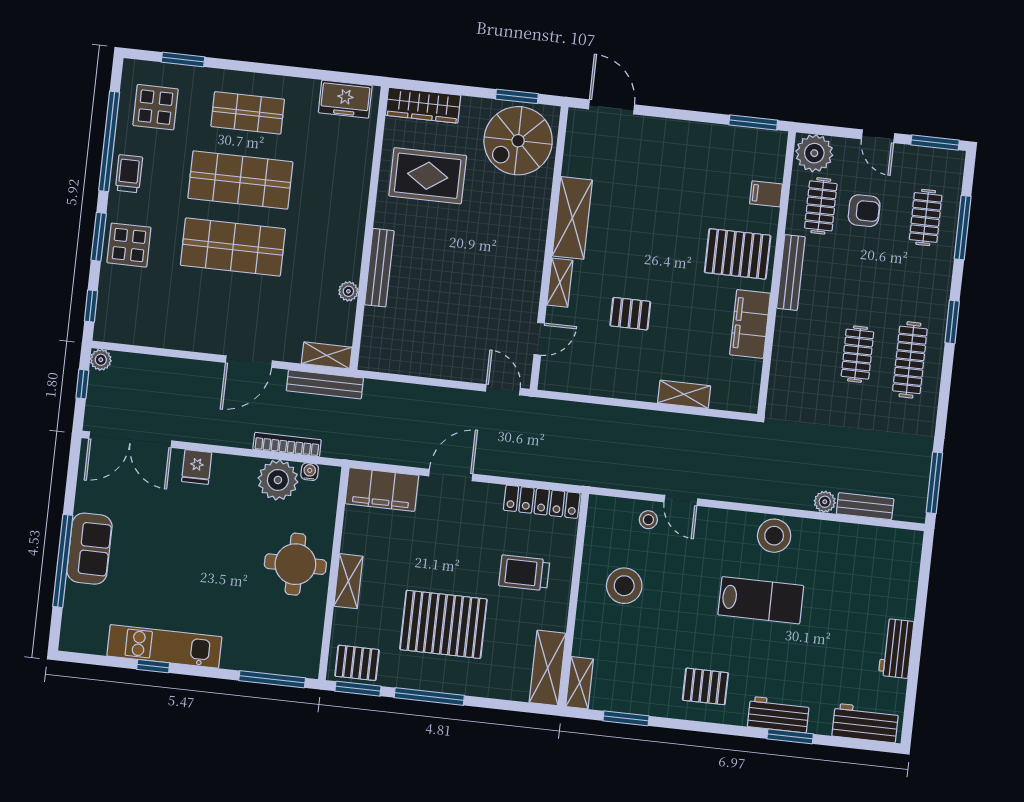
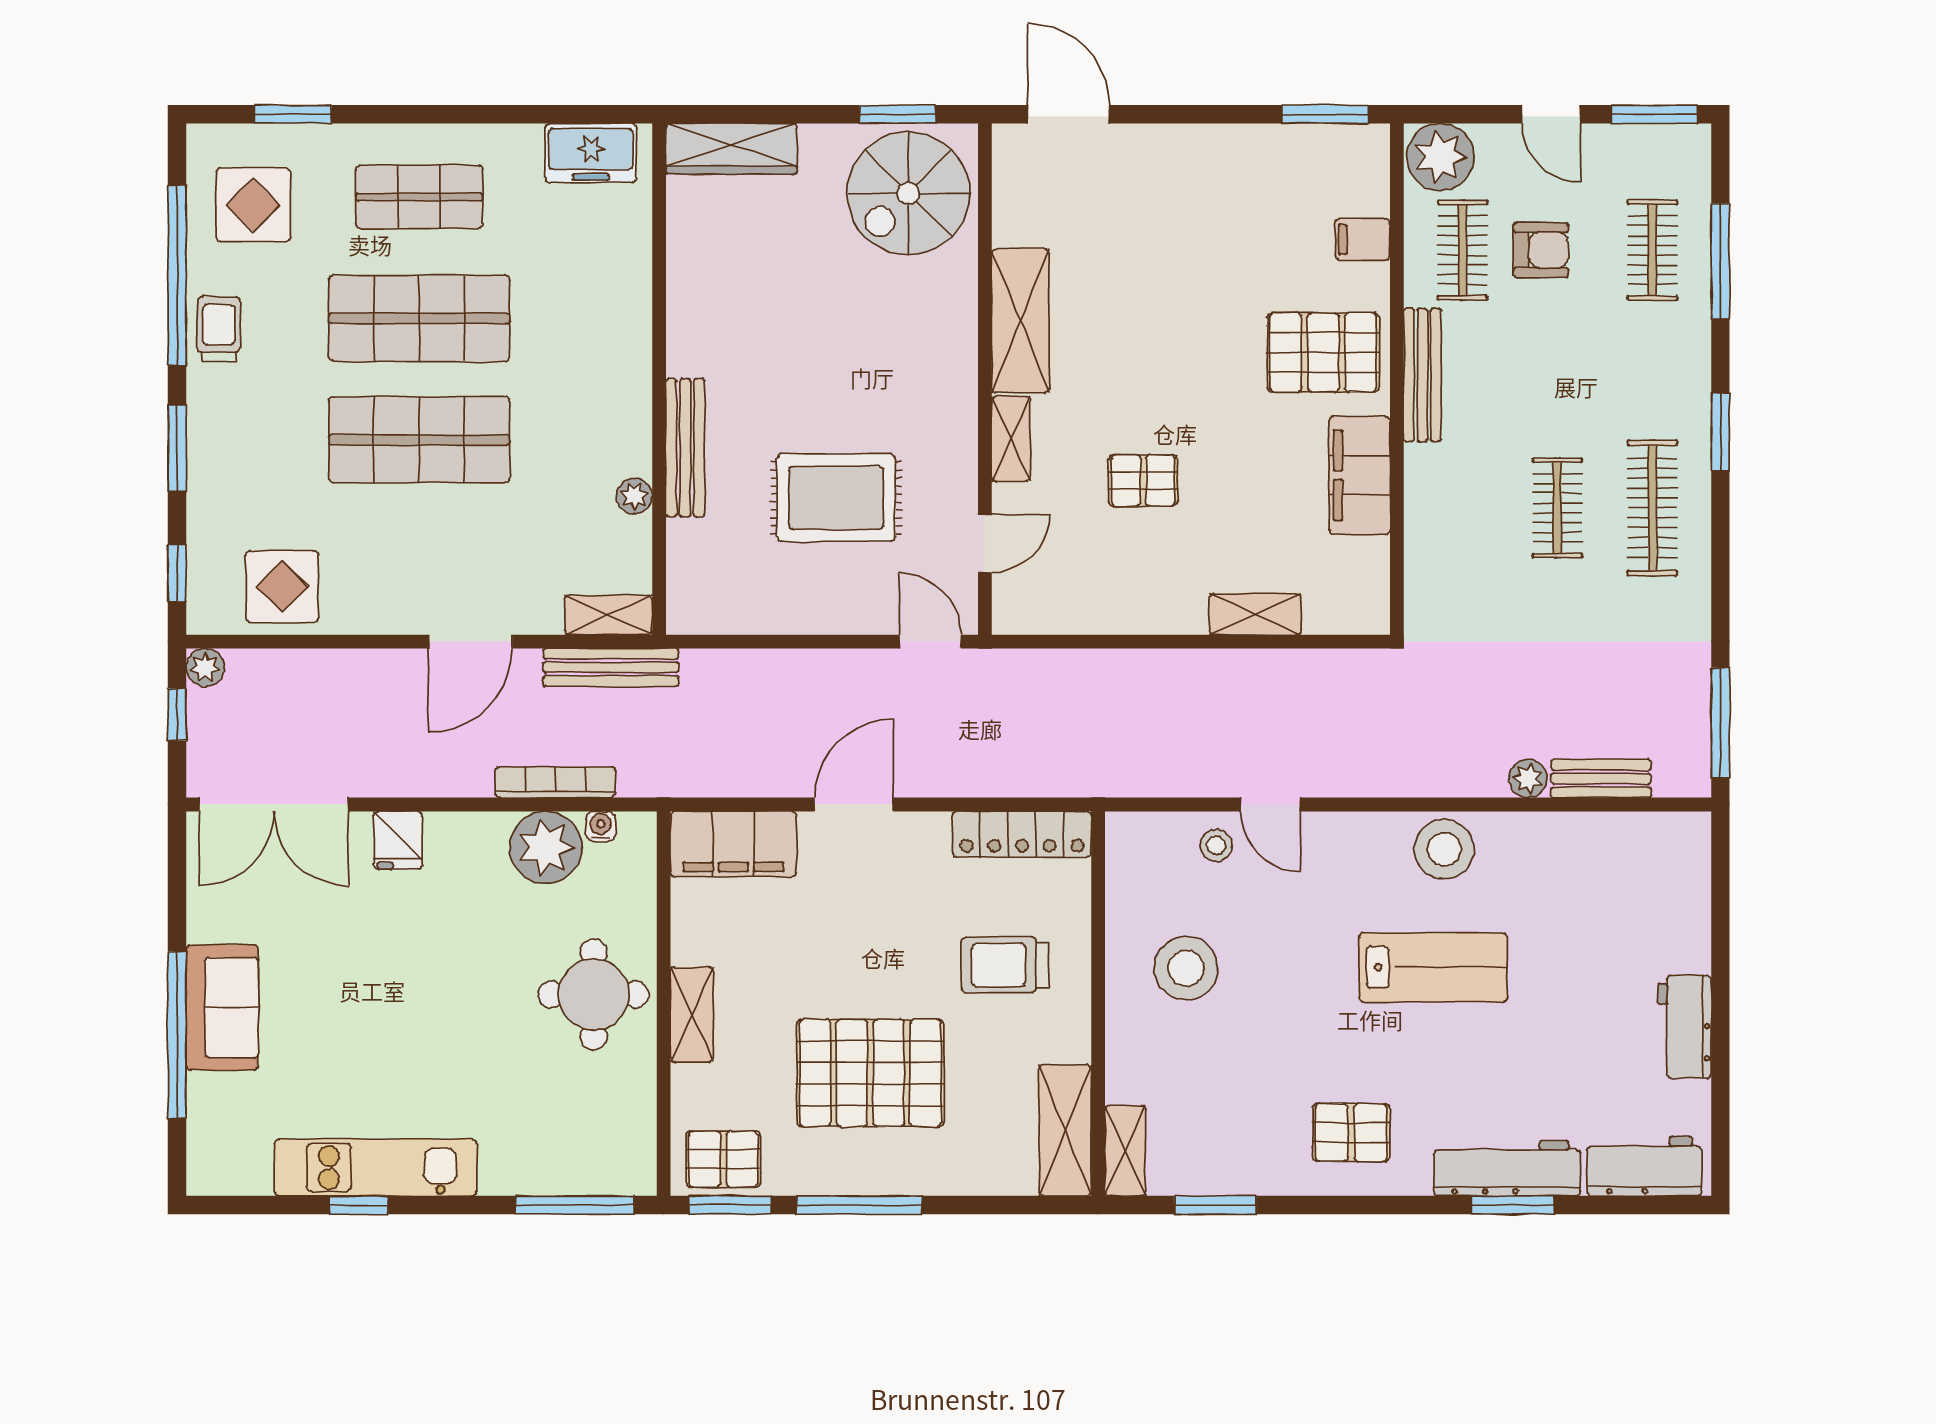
rug: (428, 176) -> (836, 498), moved
display table: (129, 245) -> (282, 587), moved
workbench: (778, 715) -> (1507, 1168), width x1.38

